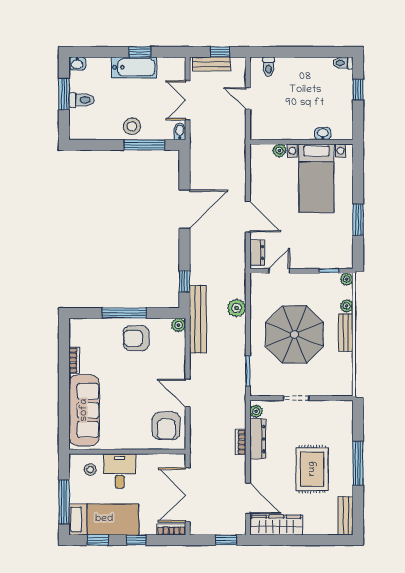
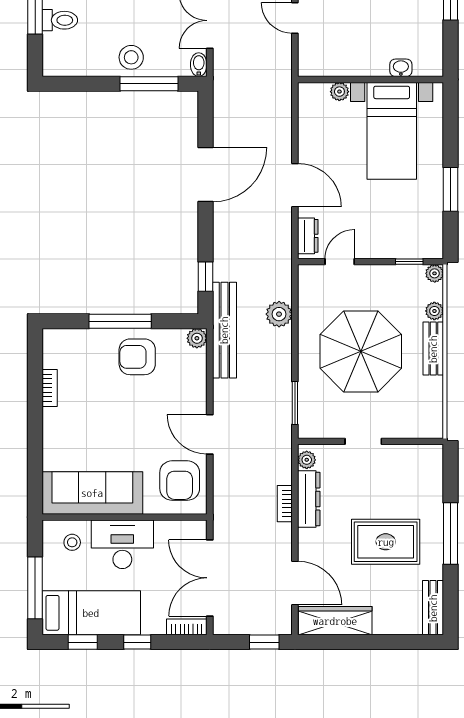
sofa: (84, 410) -> (92, 493), moved, turned -90
rug: (312, 469) -> (386, 542), turned 90
desk: (120, 471) -> (122, 544), width x1.37

